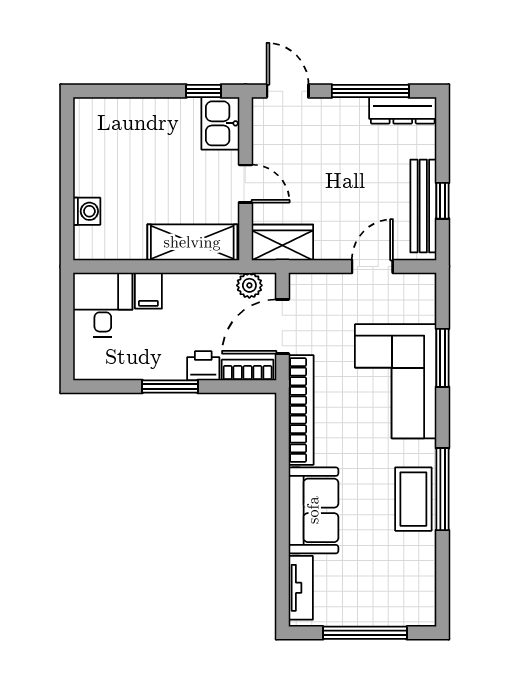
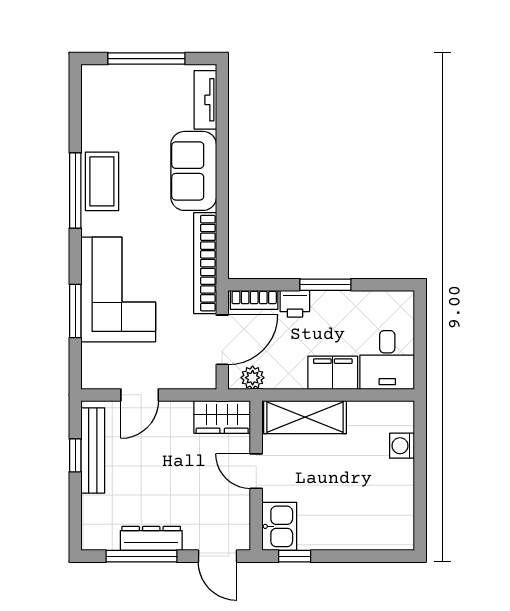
dresser: (403, 110) -> (151, 538), moved
filing cabinet: (148, 291) -> (333, 373), width x2.00

